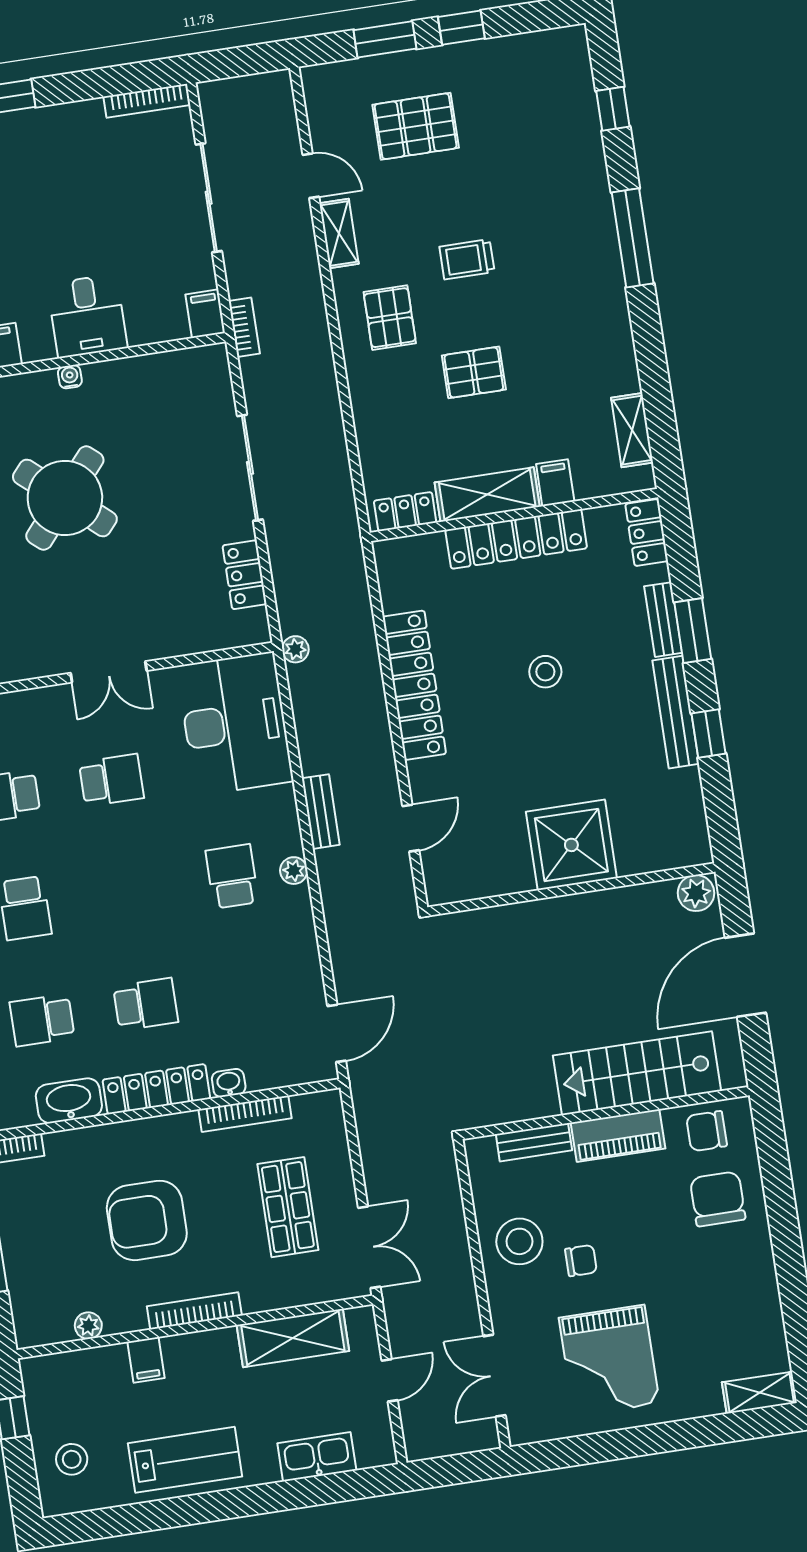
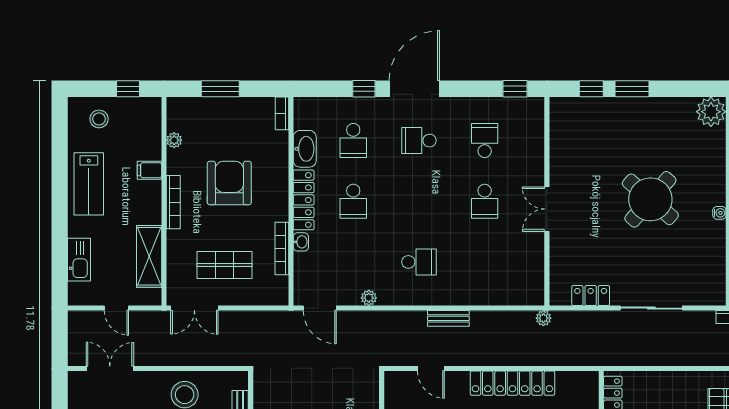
desk: (235, 724) -> (506, 277), removed
plant: (294, 871) -> (369, 298), moved
school desk: (42, 1020) -> (353, 141), turned 180

